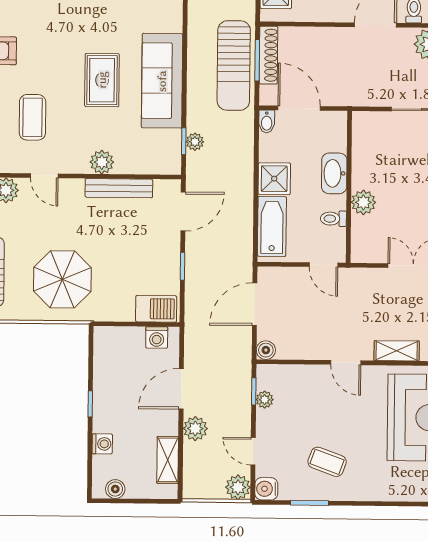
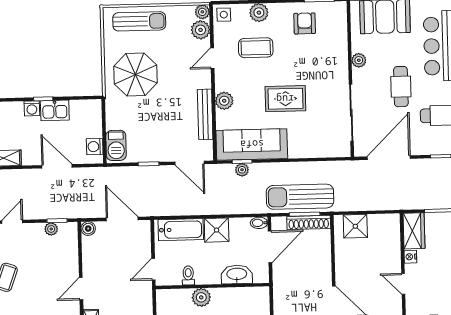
sofa: (162, 81) -> (252, 144), moved
washbasin: (334, 173) -> (237, 274), moved
kitchen sink: (106, 389) -> (55, 110), added
plant: (195, 429) -> (28, 178), removed
washing machine: (102, 444) -> (32, 108), moved

